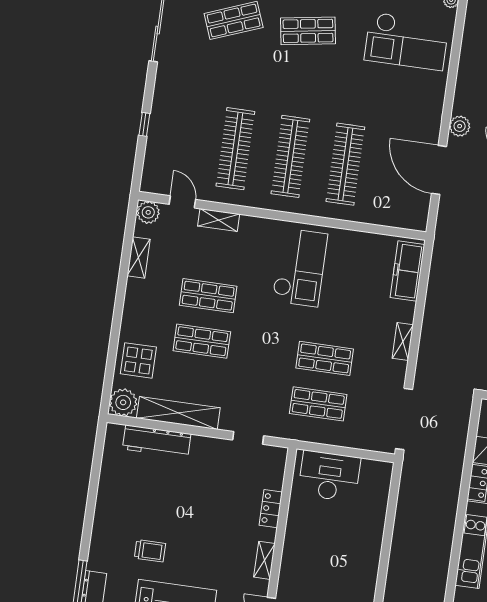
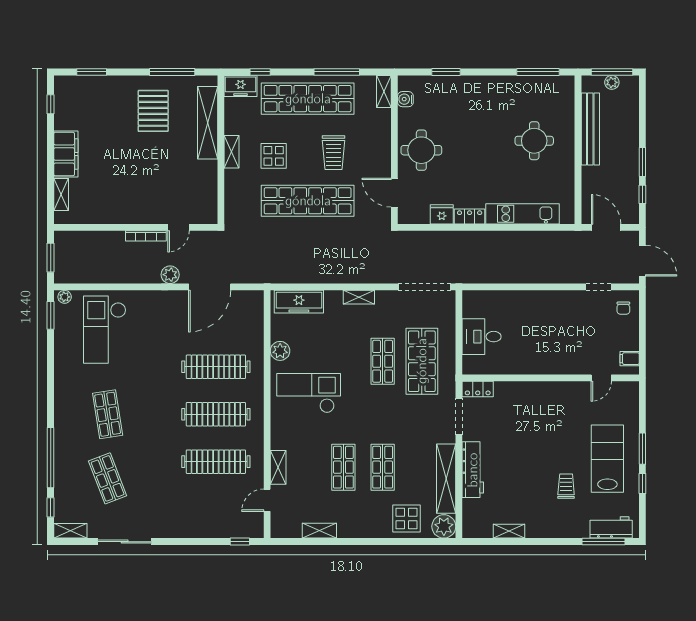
checkout: (407, 41) -> (105, 330), turned 180
window: (144, 124) -> (240, 542), moved
plant: (148, 212) -> (280, 351), moved
shop shelf: (318, 404) -> (422, 361), width x1.43, depth x1.36
doorway: (248, 438) -> (459, 417), width x1.38
workbench: (157, 441) -> (473, 470), moved
desk: (329, 476) -> (482, 337), width x0.73
locker: (271, 509) -> (478, 389), moved
shelving: (264, 560) -> (509, 531), moved

